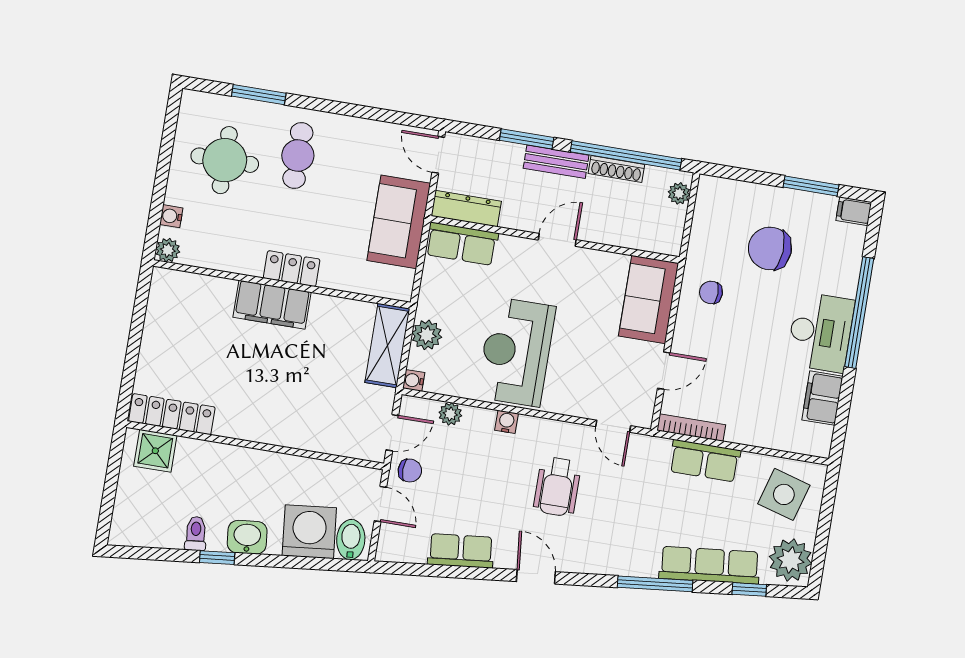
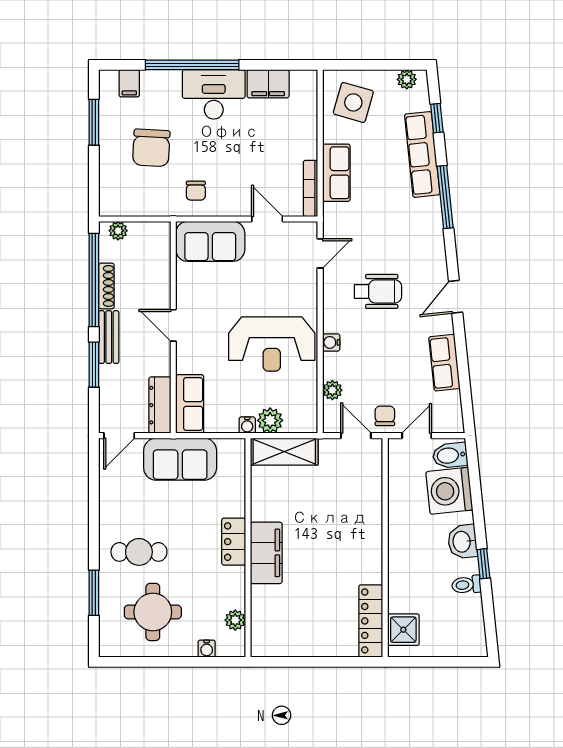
filing cabinet: (854, 211) -> (129, 83), moved
plant: (168, 250) -> (235, 620), moved
water cooler: (414, 380) -> (247, 425), moved
plant: (791, 560) -> (407, 79), width x0.53, depth x0.53

